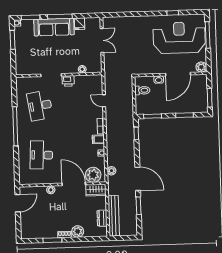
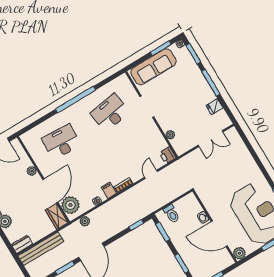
sofa: (54, 27) -> (153, 67), moved, turned -90
printer: (68, 81) -> (168, 155), moved
toilet: (142, 90) -> (172, 214), moved
dresser: (102, 218) -> (22, 244), moved

